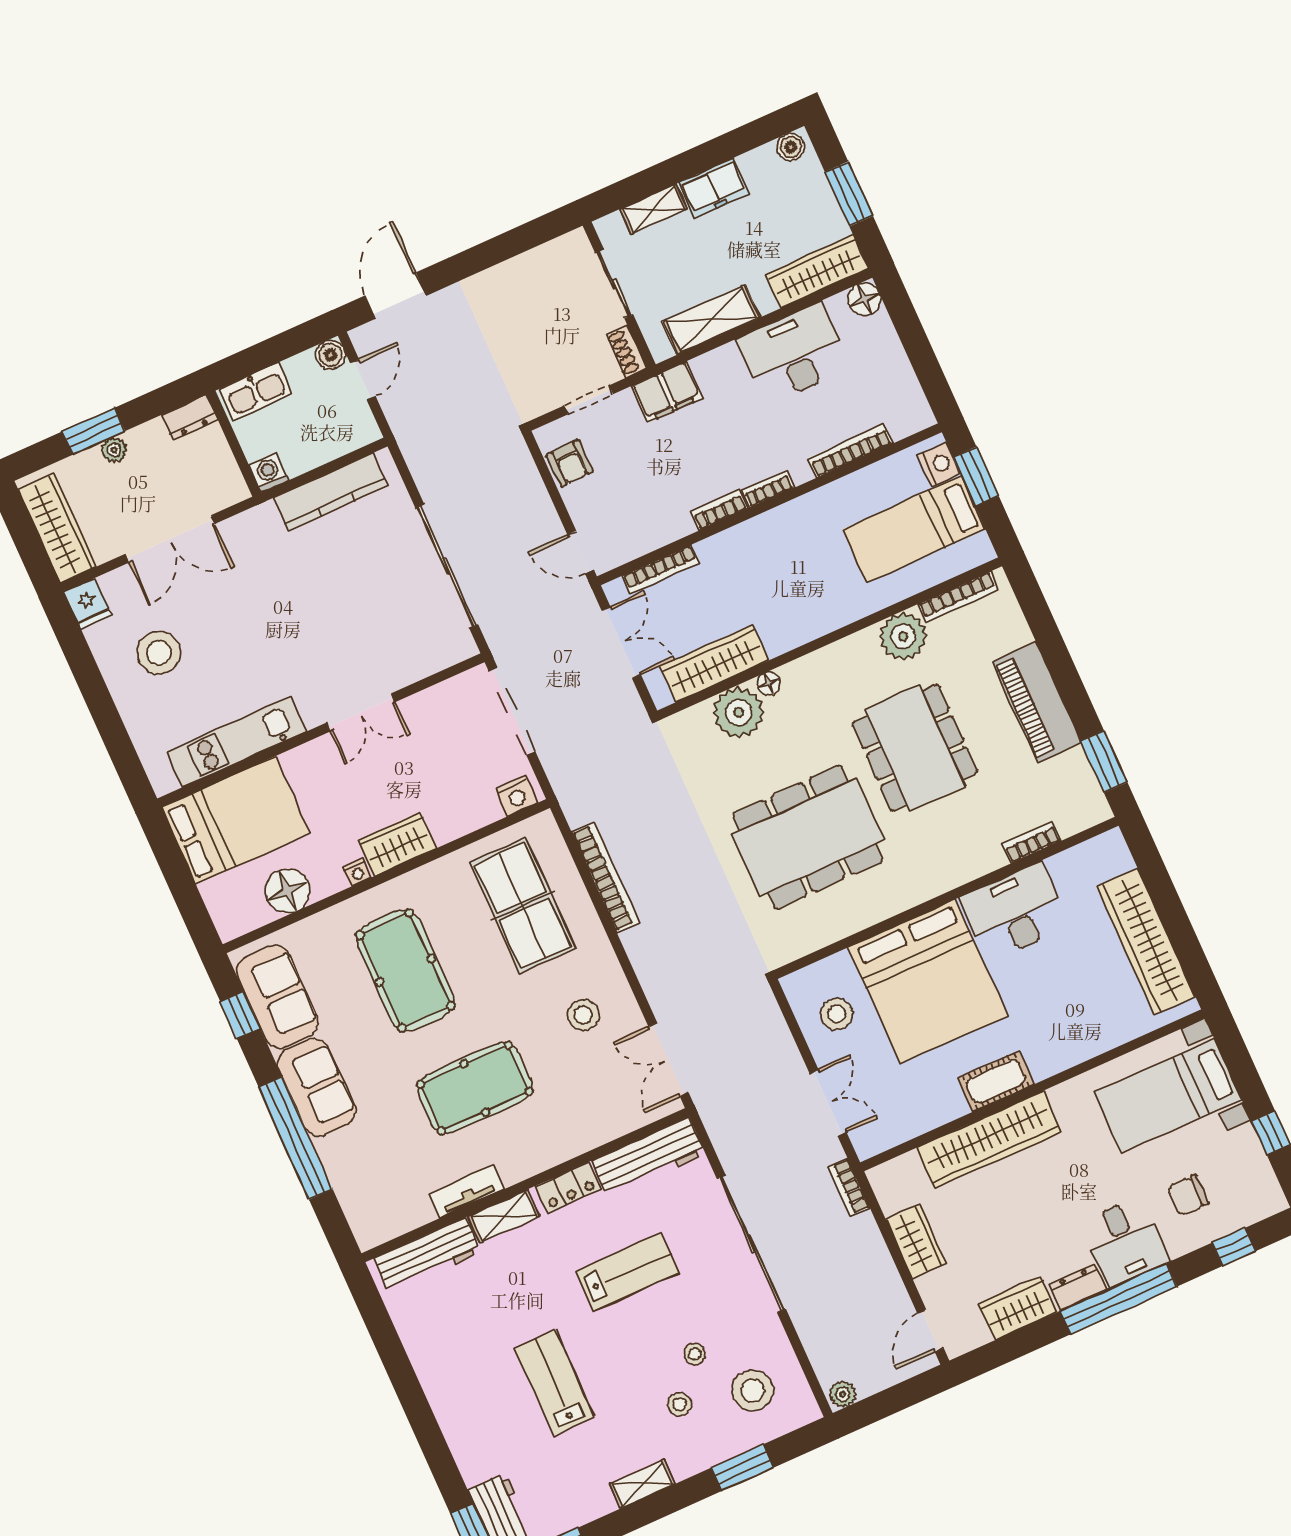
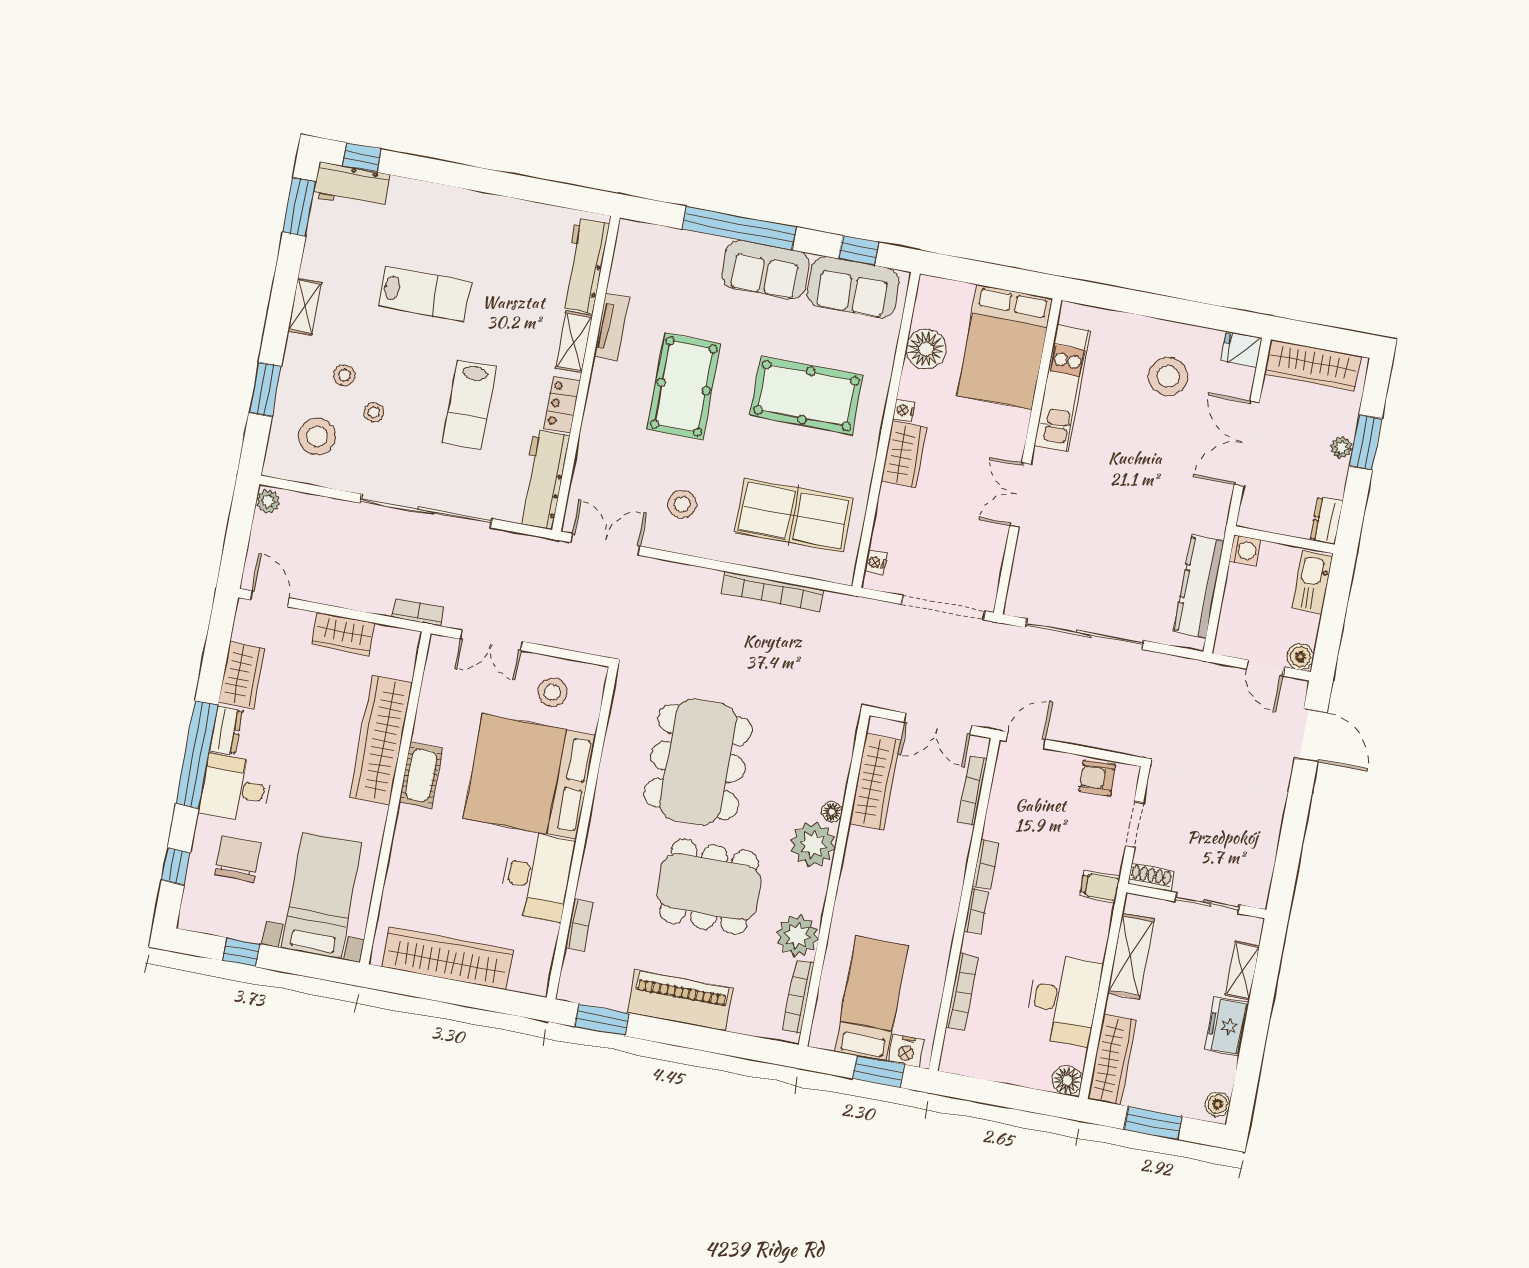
filing cabinet: (667, 392) -> (1100, 887), width x0.50
plant: (739, 712) -> (813, 844), moved
nightstand: (516, 796) -> (876, 563), width x0.72, depth x0.74
chair: (1188, 1195) -> (238, 859), width x1.37, depth x1.37

